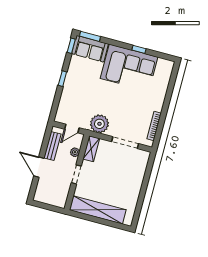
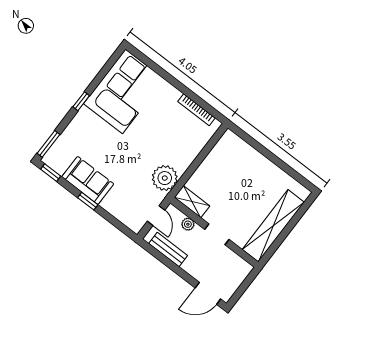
sofa: (90, 49) -> (88, 180), moved, turned -90
window: (139, 49) -> (81, 101), moved
corner sofa: (129, 68) -> (124, 91), moved
doorway: (125, 143) -> (202, 155), removed
door: (39, 167) -> (208, 293), moved

